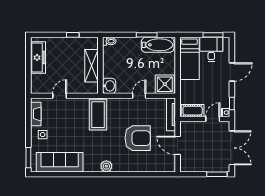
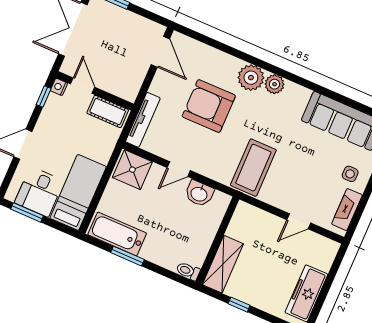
shelving: (92, 66) -> (223, 264), moved
washbasin: (109, 86) -> (199, 194), moved, turned -90
door: (213, 119) -> (83, 86), swing flipped
door: (178, 145) -> (160, 52), moved
plant: (121, 164) -> (251, 78), added

